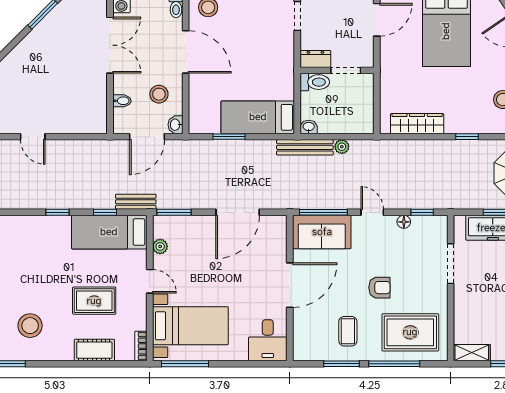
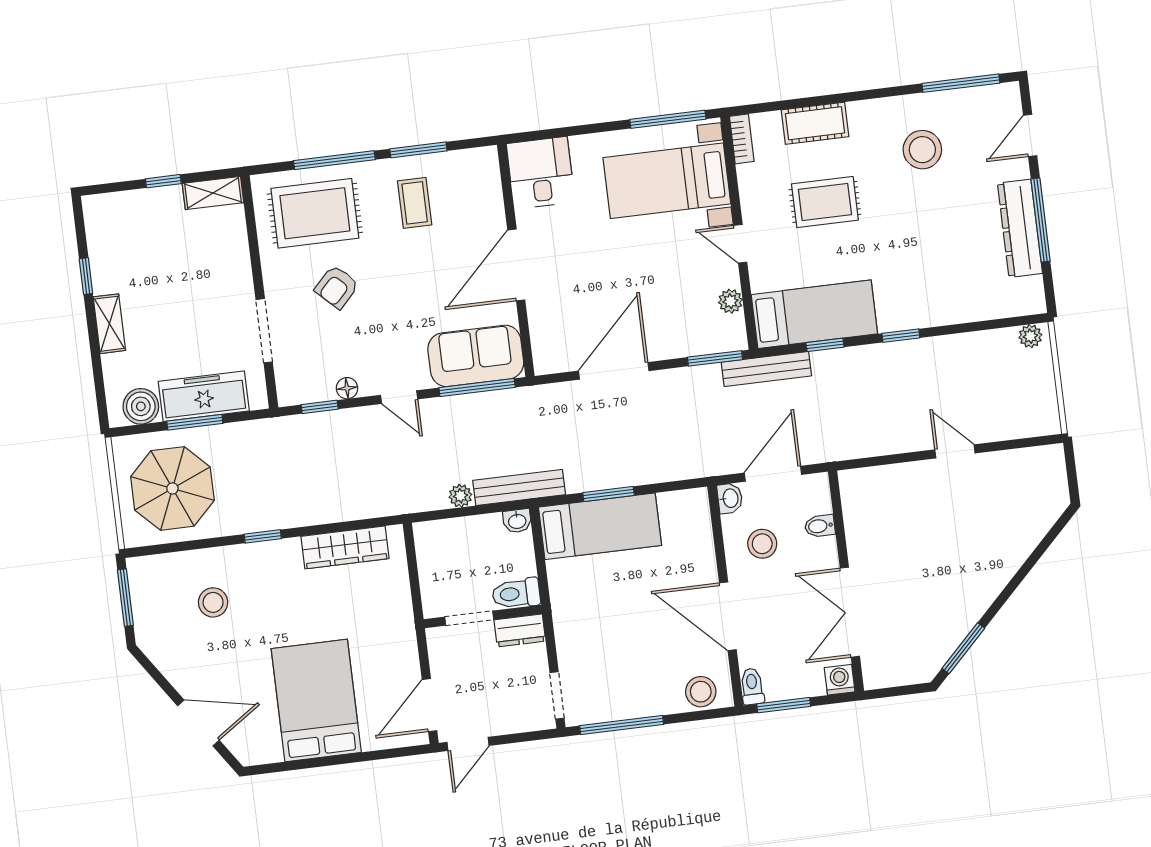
window: (229, 137) -> (608, 494), moved
bench: (136, 202) -> (766, 369), width x1.36
armchair: (379, 288) -> (337, 287), moved, turned -46

